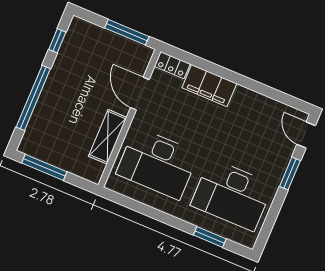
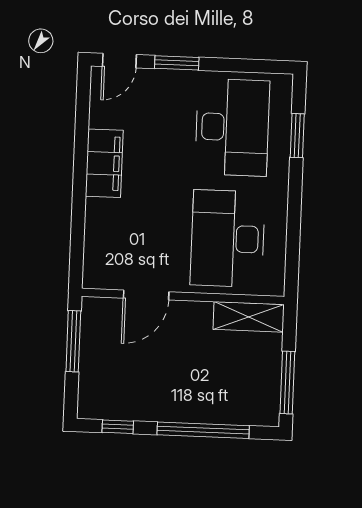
locker: (172, 65) -> (94, 267), removed
filing cabinet: (209, 86) -> (104, 163), moved
shelving: (108, 137) -> (249, 317), moved
desk: (157, 163) -> (228, 239), turned 180

